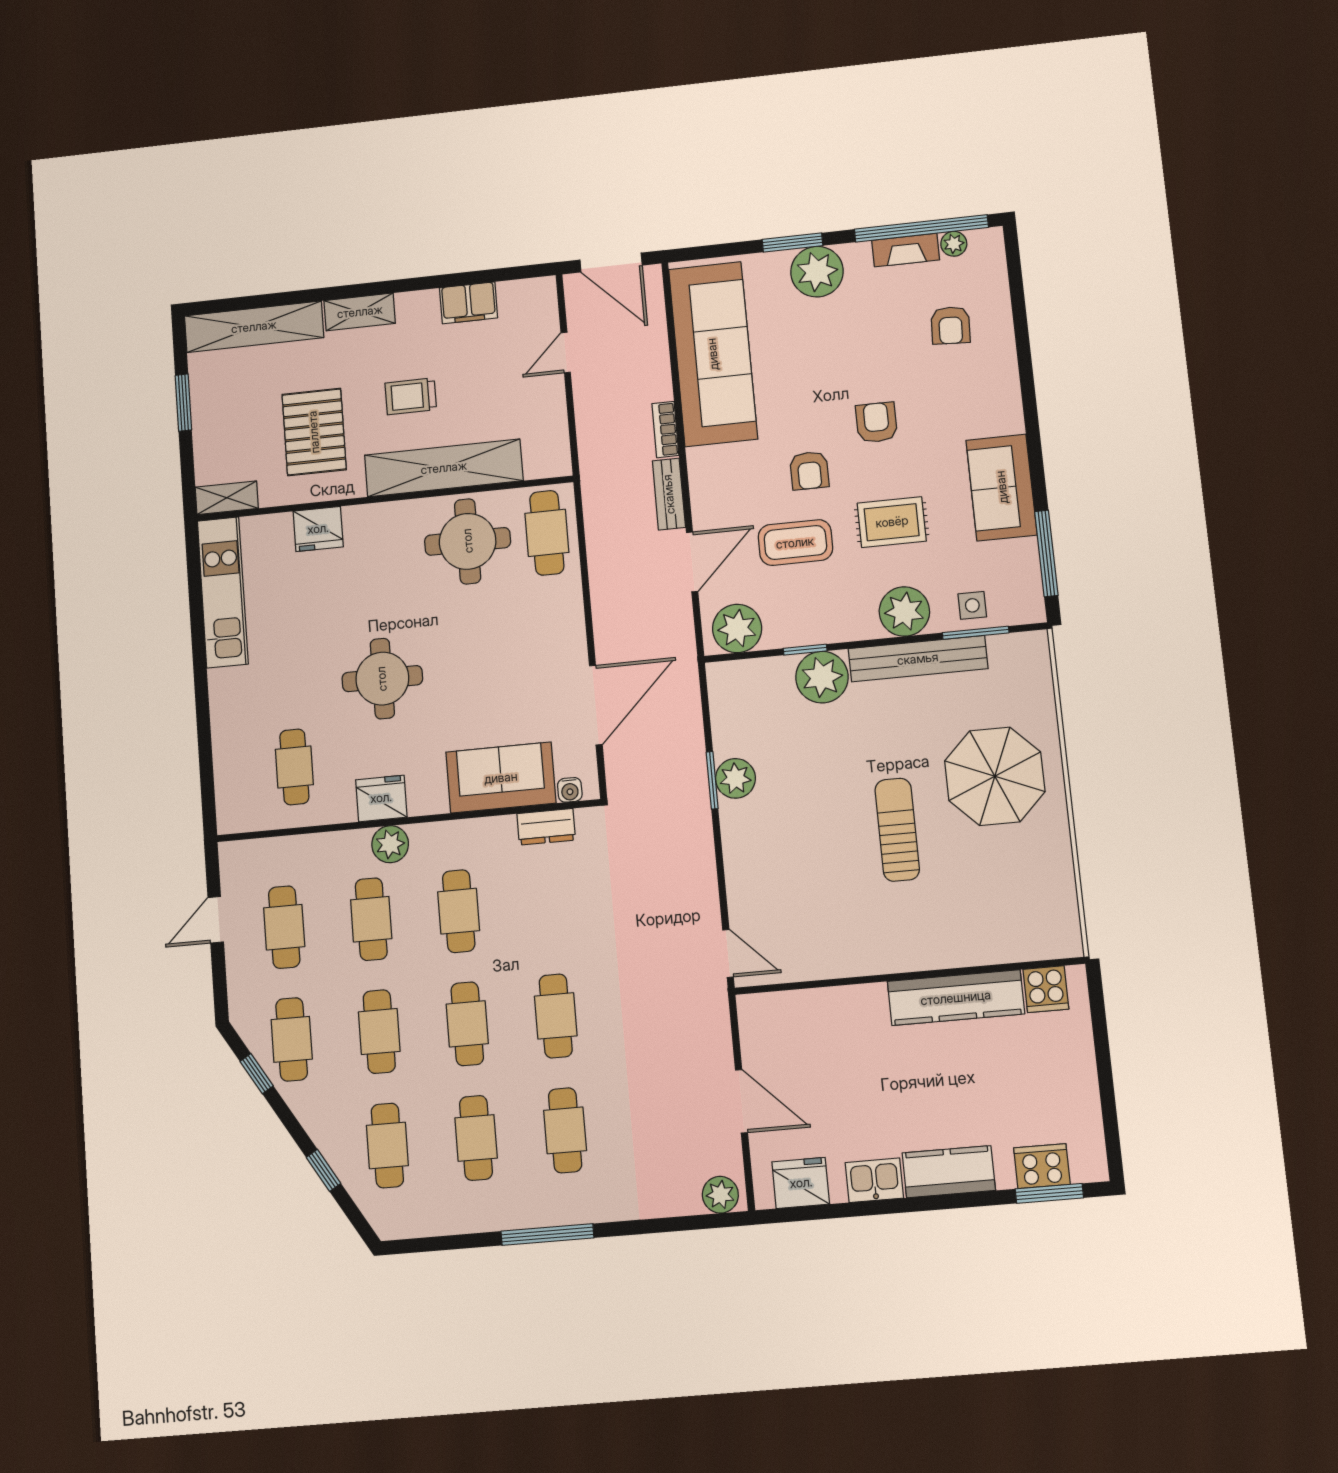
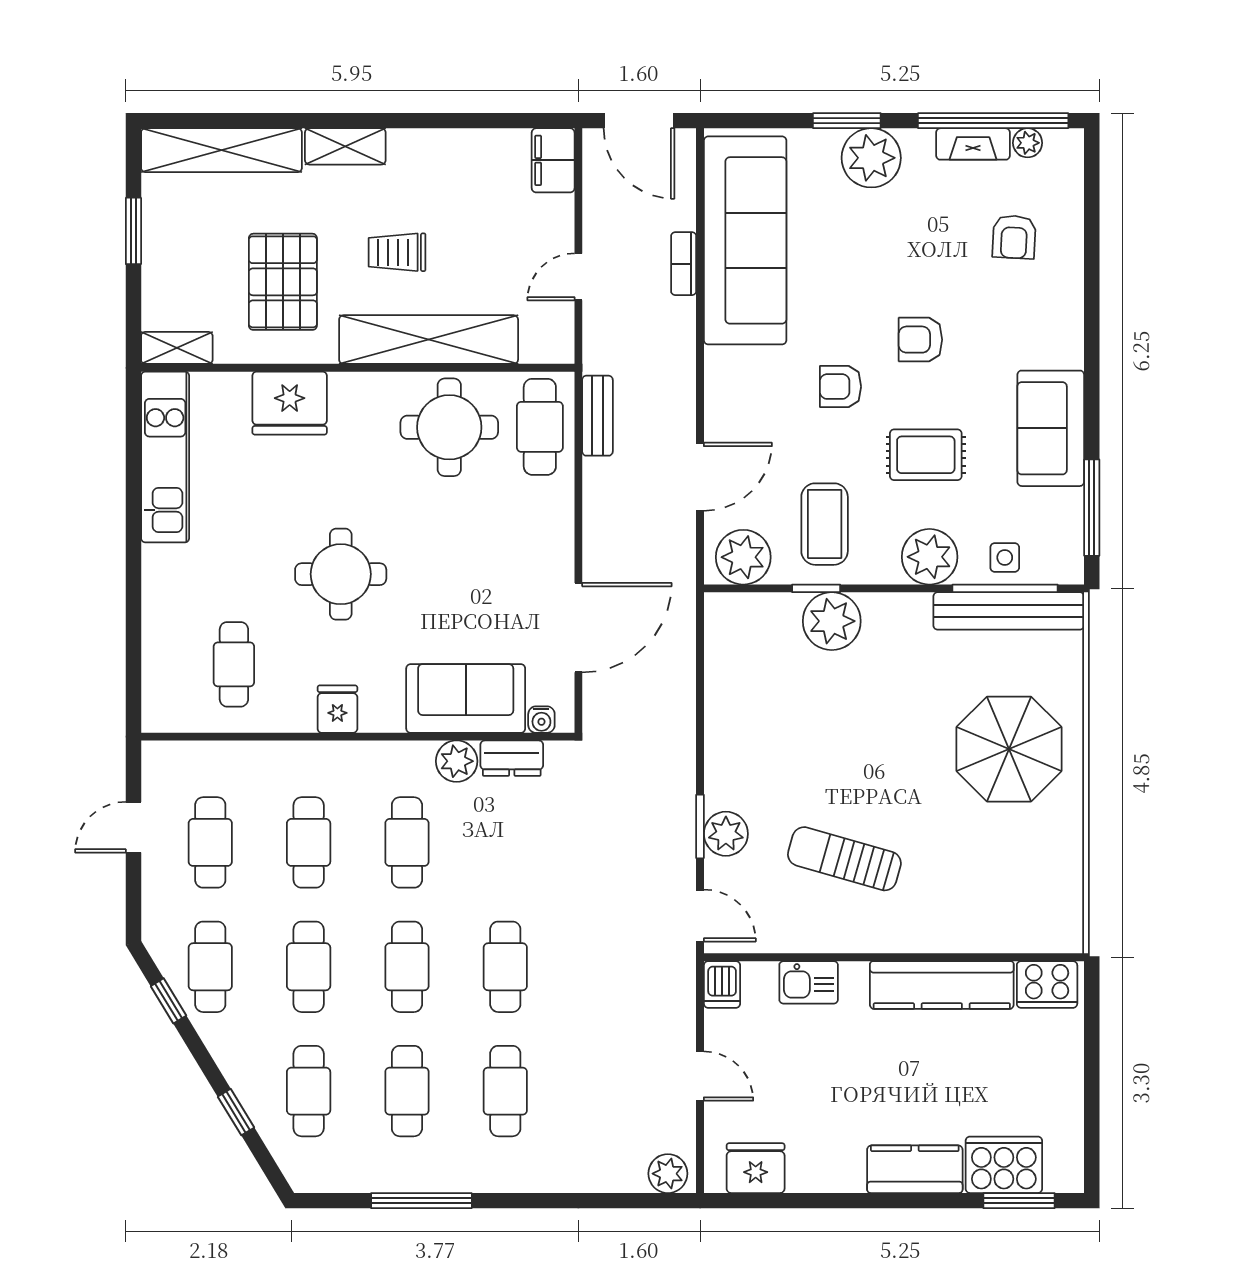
filing cabinet: (469, 303) -> (553, 160), moved, turned 90
door: (566, 352) -> (578, 277), moved
armchair: (876, 422) -> (920, 340), turned -90
bookcase: (665, 430) -> (684, 264), moved
armchair: (809, 471) -> (840, 387), turned 90
bench: (669, 494) -> (597, 416), moved
fridge: (318, 529) -> (290, 403), width x1.36, depth x1.34
coffee table: (795, 543) -> (825, 524), moved, turned 90
window: (976, 633) -> (1005, 588), width x1.44
bench: (918, 659) -> (1009, 611), moved
plant: (735, 778) -> (726, 834), moved
window: (712, 780) -> (700, 826), moved
fridge: (381, 798) -> (337, 709), width x0.72
sun lounger: (897, 830) -> (844, 859), moved, turned -74
plant: (390, 844) -> (457, 761), moved
cooker: (1046, 989) -> (1047, 984), width x1.36
dishwasher: (754, 1015) -> (722, 984), added
door: (742, 1101) -> (700, 1076), width x0.73
cooker: (1042, 1166) -> (1004, 1165), width x1.37, depth x1.31
kitchen sink: (874, 1180) -> (809, 982), moved, turned 180
window: (547, 1235) -> (421, 1201), moved

